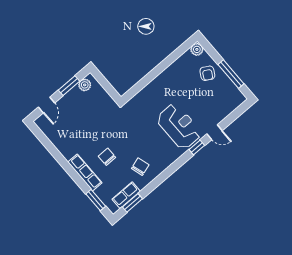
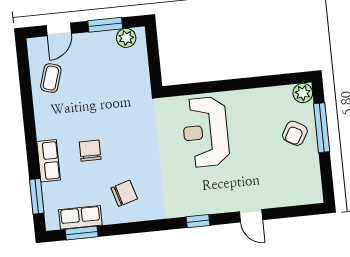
window: (231, 74) -> (322, 128), moved
reception desk: (179, 126) -> (206, 132), moved, turned 180
coffee table: (60, 133) -> (51, 78), added
window: (197, 147) -> (198, 221), moved
row of seats: (85, 172) -> (49, 161), width x0.68

